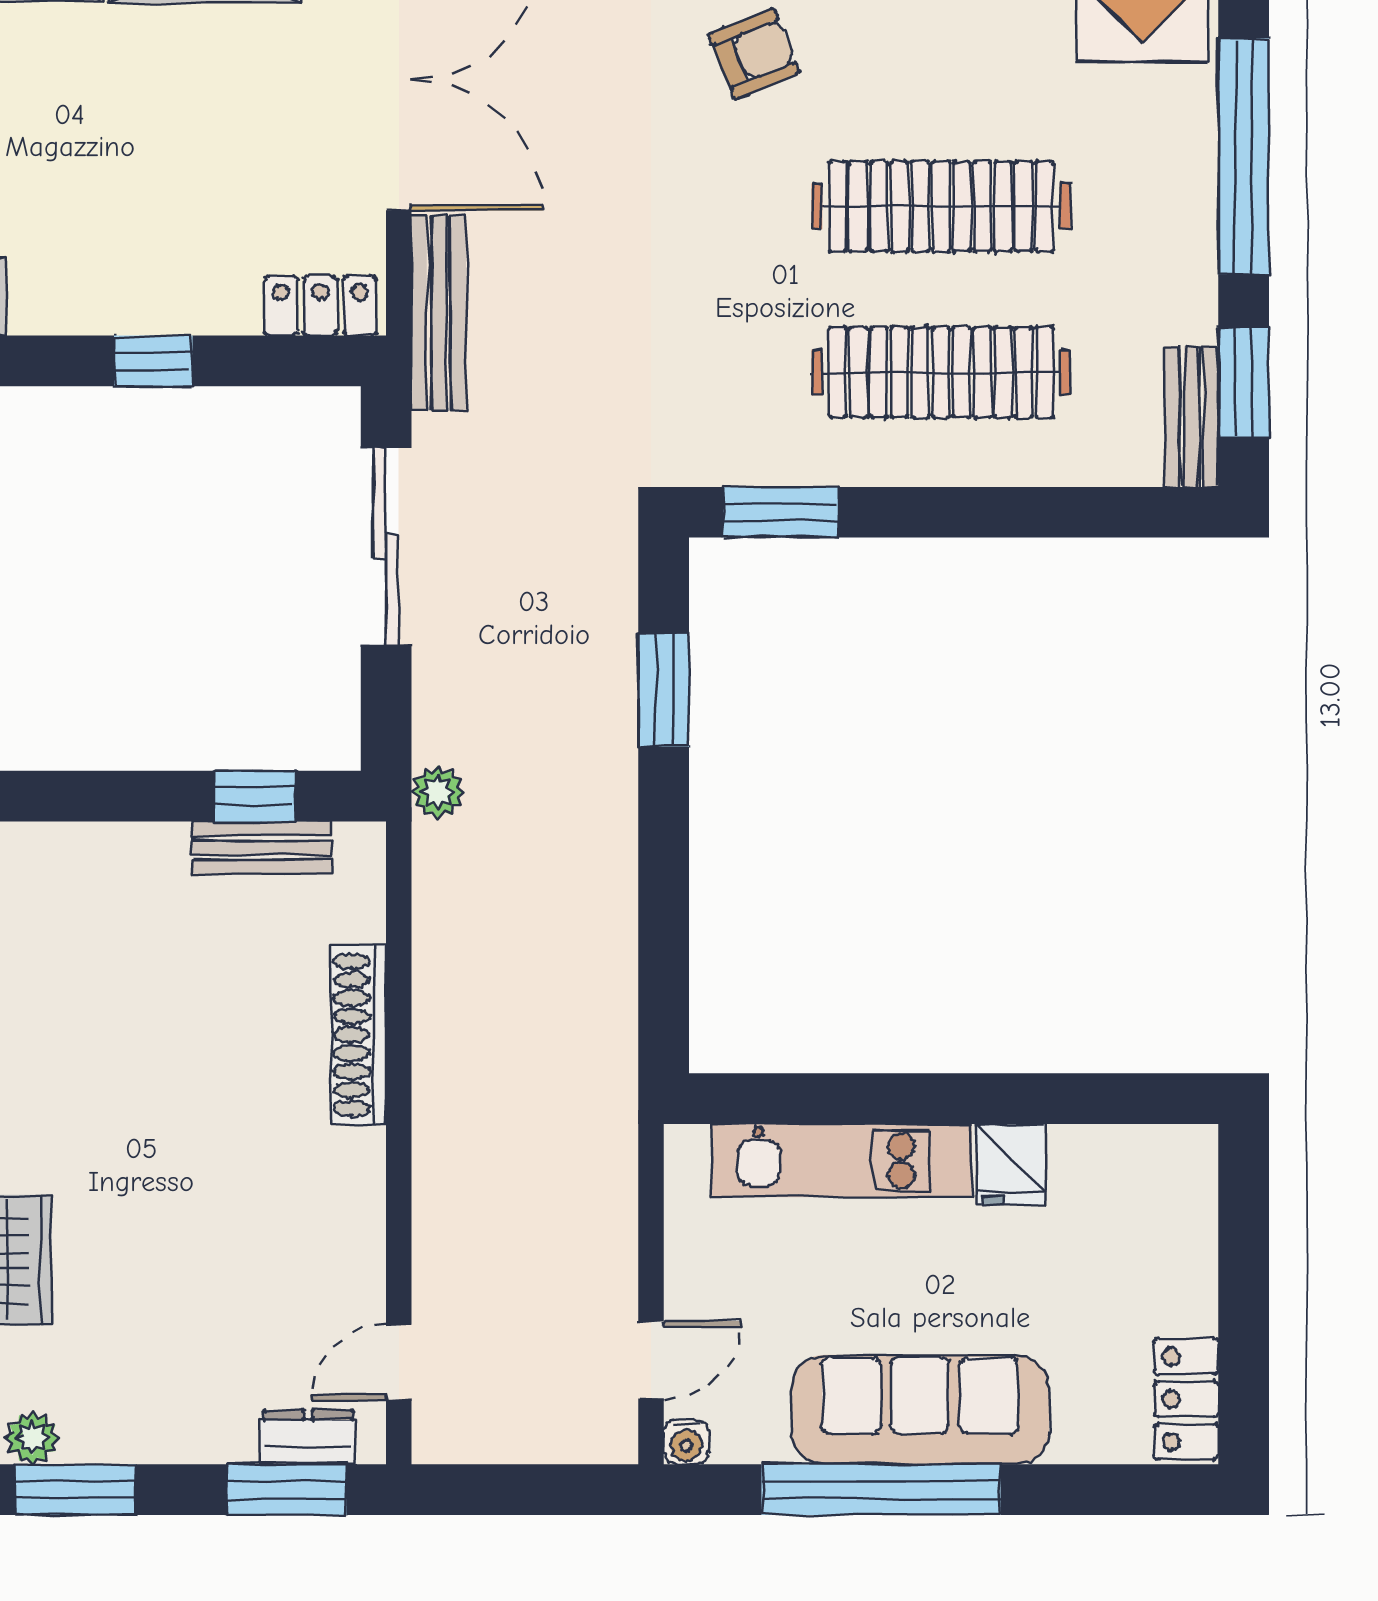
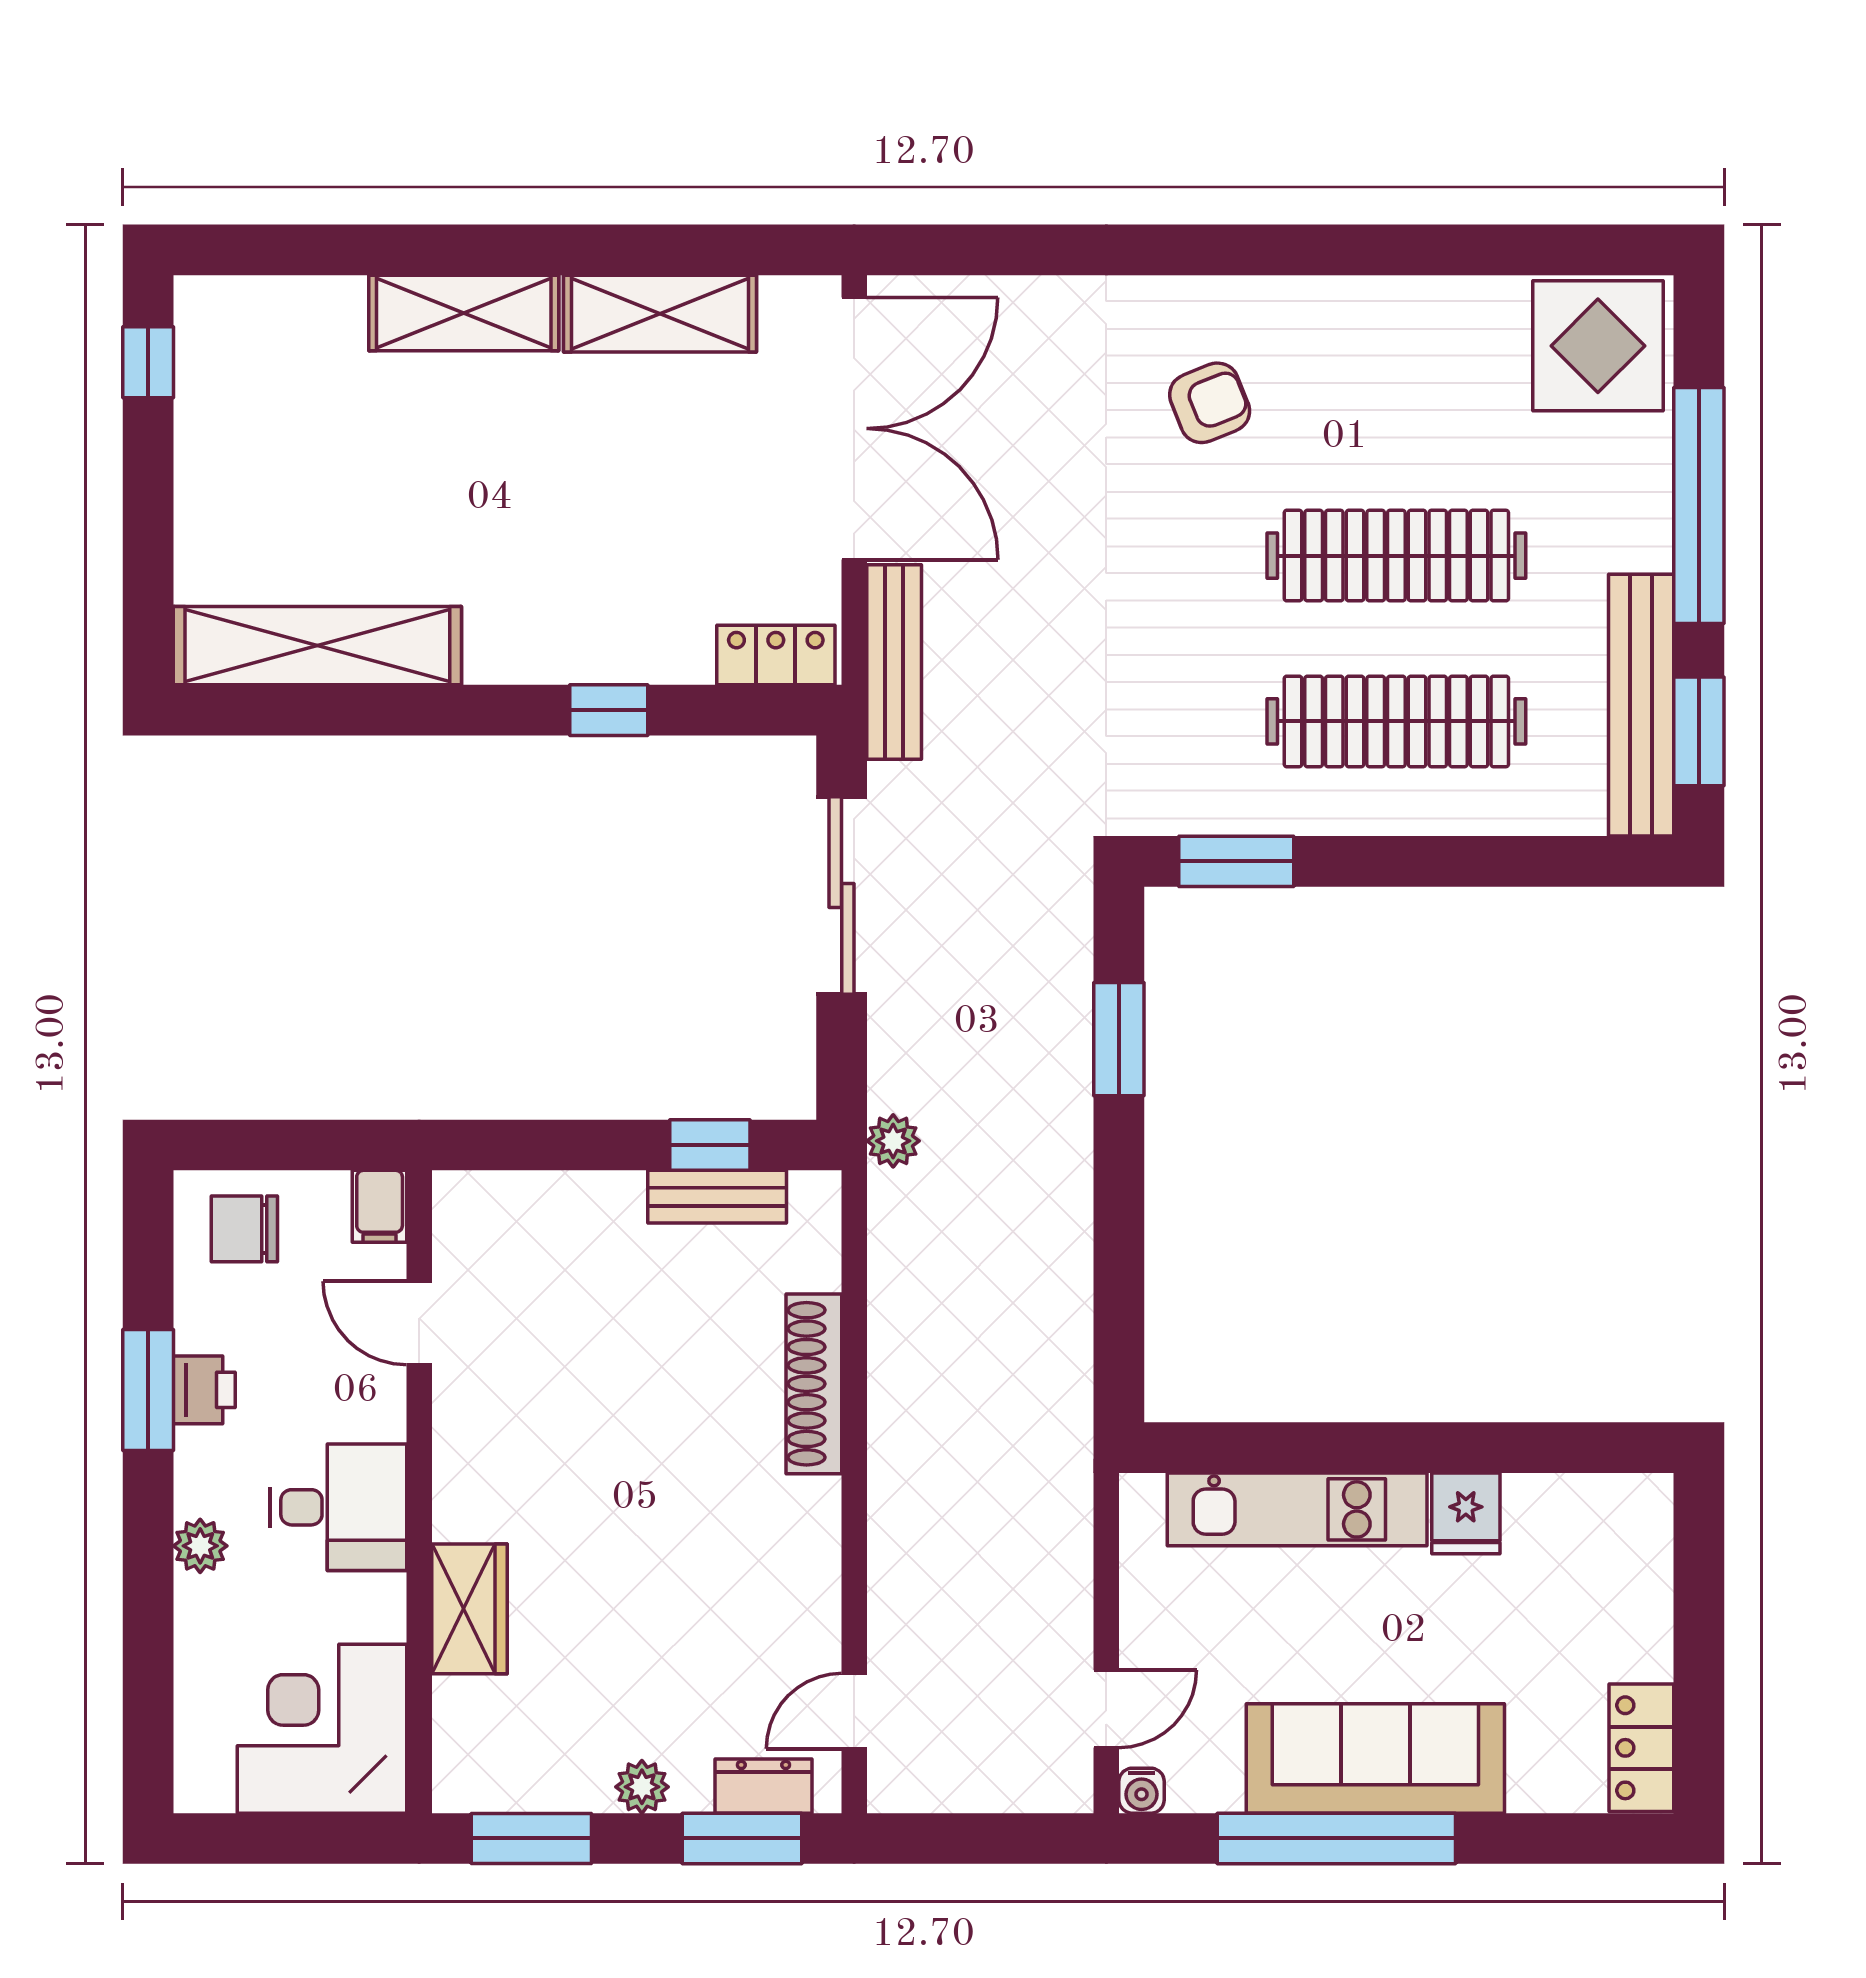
bench: (1192, 417) -> (1641, 705), width x1.86, depth x1.21
plant: (32, 1438) -> (642, 1787), moved

